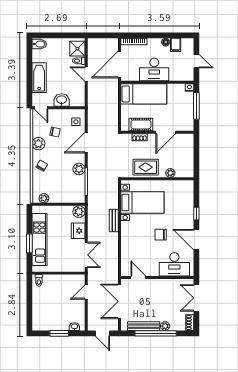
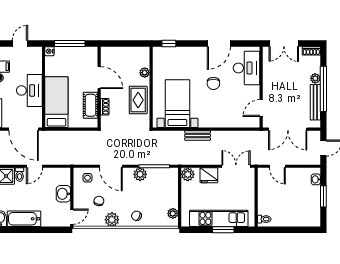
bathtub: (39, 78) -> (24, 219), moved
window: (196, 214) -> (169, 43), moved

